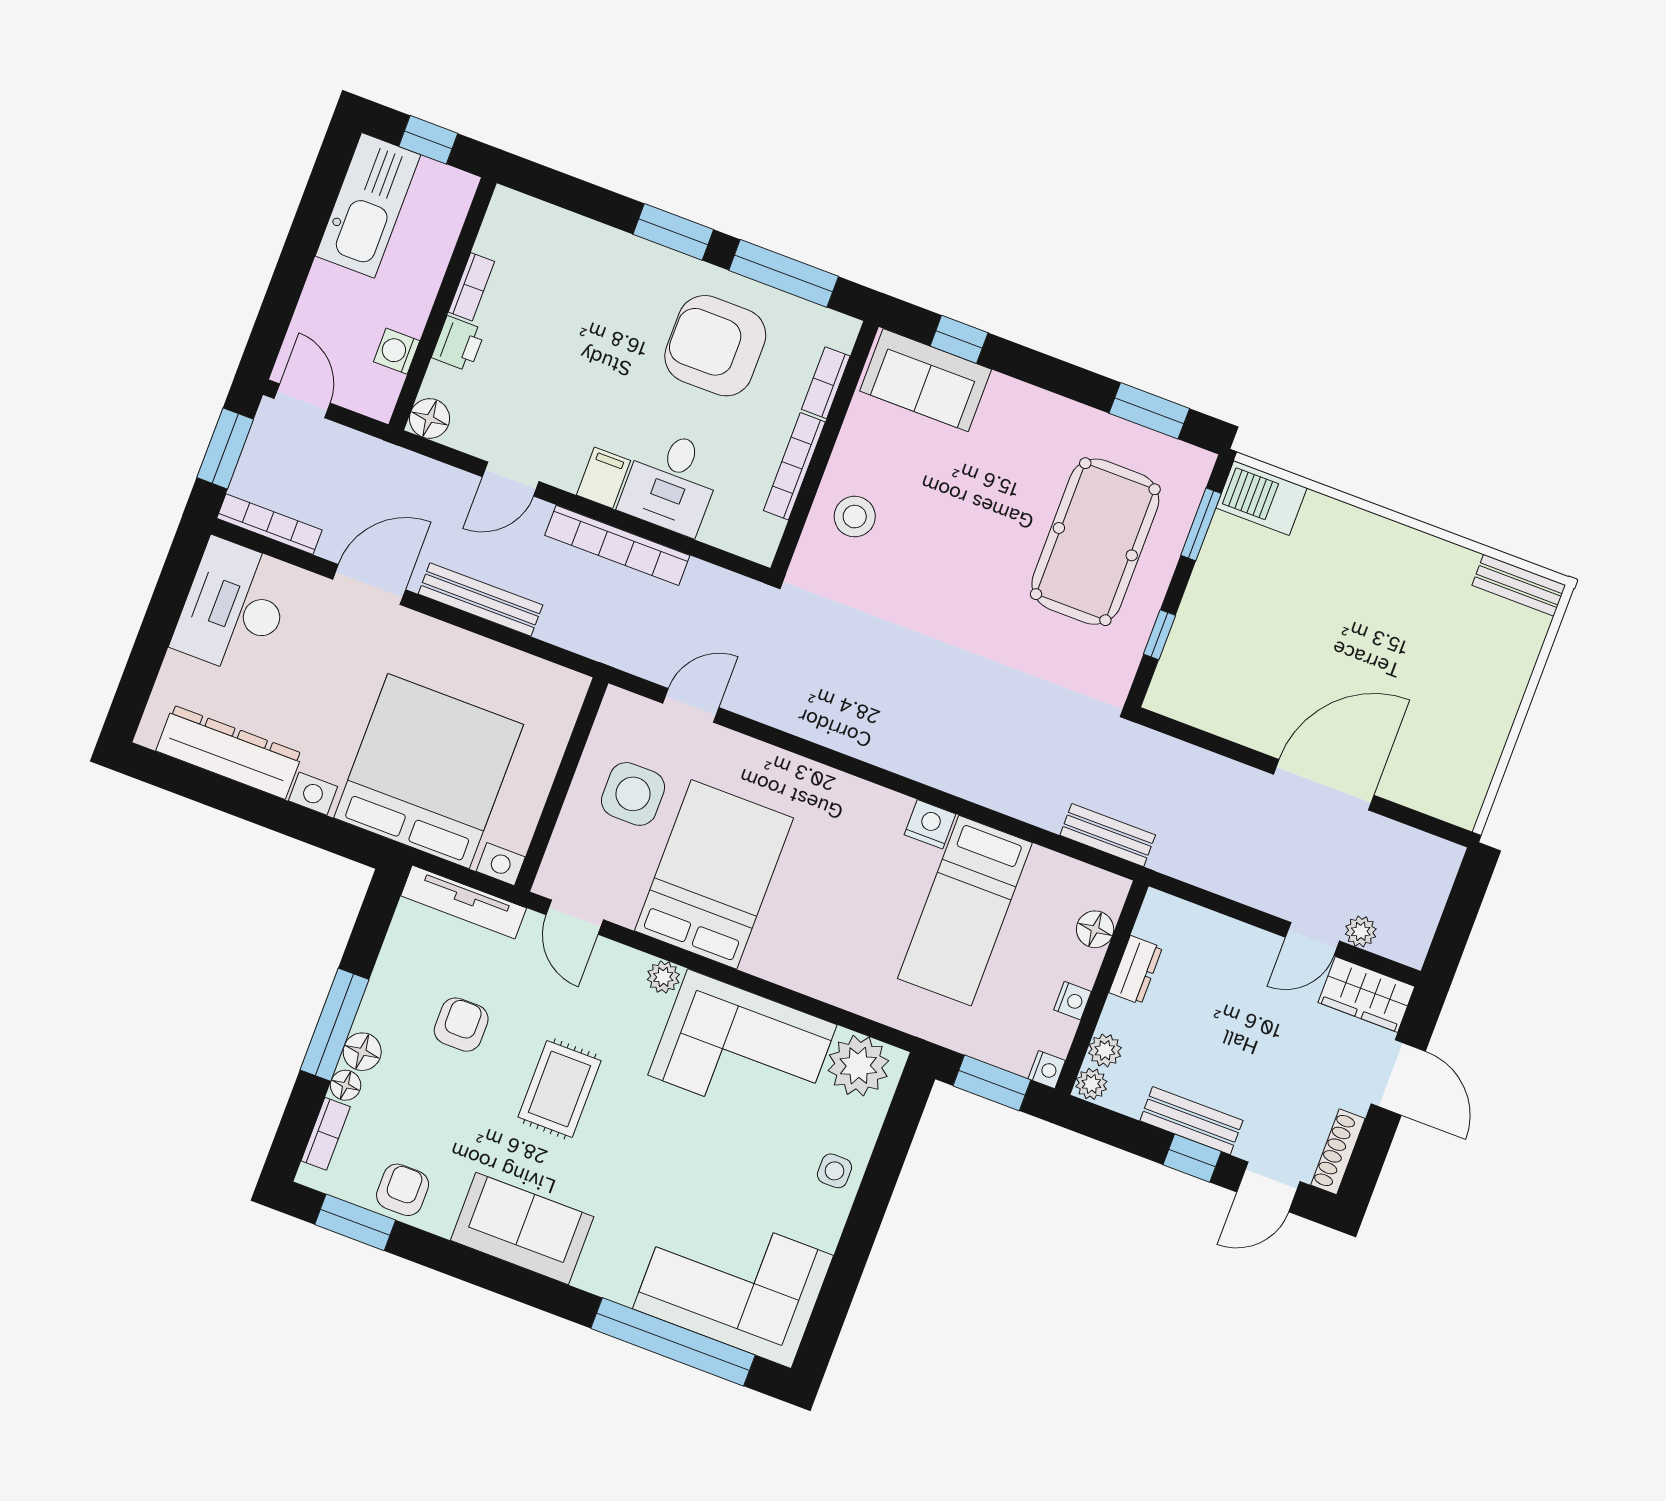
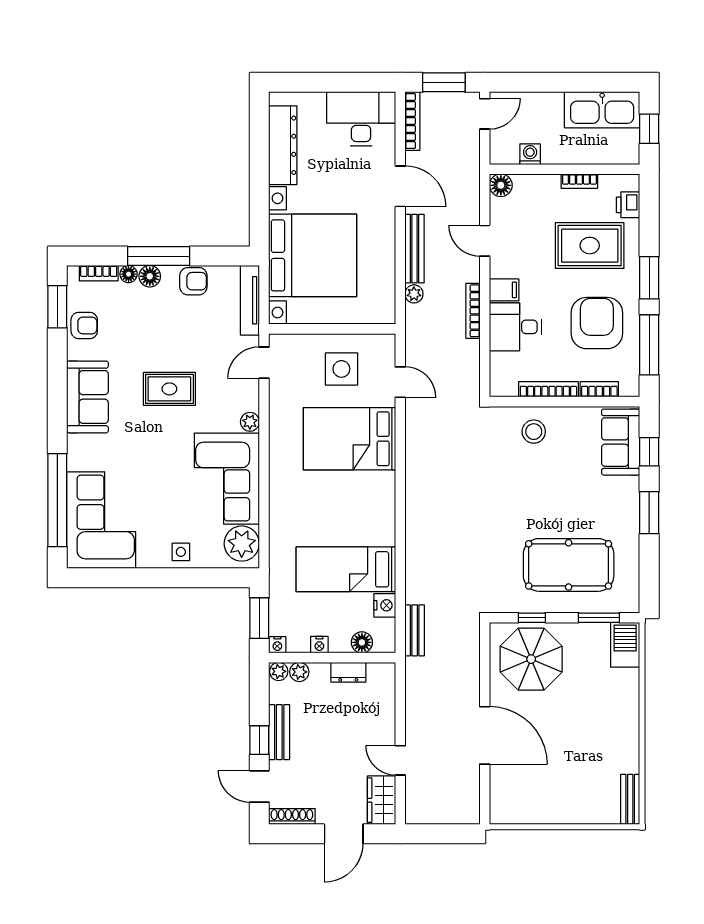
rug: (583, 310) -> (590, 246), added
printer: (458, 344) -> (628, 205), moved, turned 90
window: (1149, 411) -> (649, 513), moved
bookcase: (617, 545) -> (473, 311), width x0.68, depth x0.76
parasol: (1227, 661) -> (531, 659), added
nightstand: (930, 824) -> (385, 605), moved
bed: (714, 874) -> (349, 439), moved, turned 180
plant: (1361, 931) -> (414, 294), moved
armchair: (461, 1025) -> (193, 281), moved

